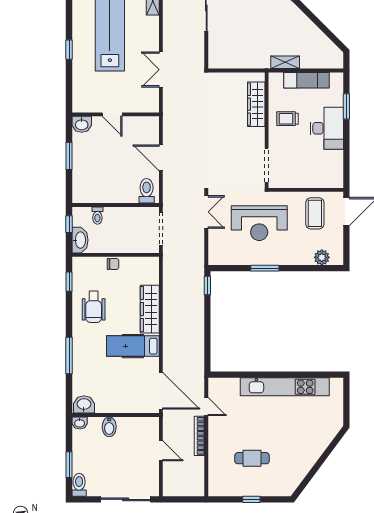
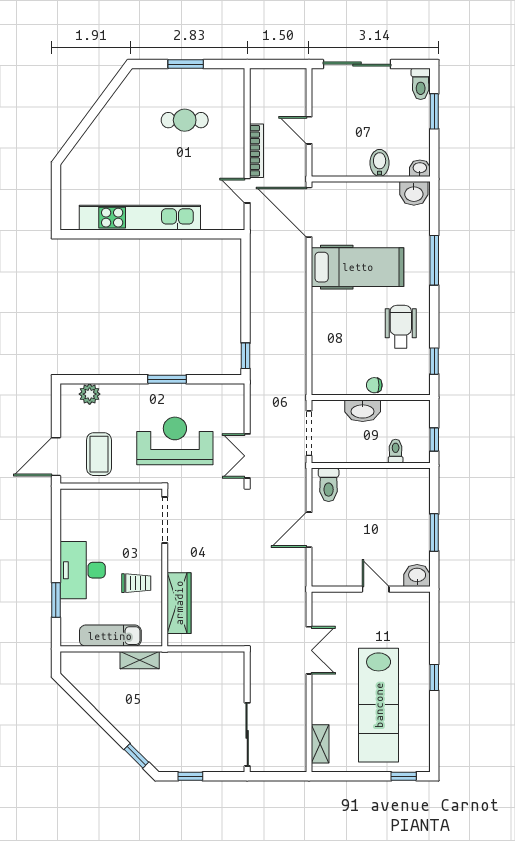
door: (161, 158) -> (309, 530), swing flipped
washbasin: (80, 240) -> (363, 411), moved, turned -90
wardrobe: (150, 309) -> (324, 324), removed
hospital bed: (133, 346) -> (358, 267), width x1.37, depth x1.29
window: (251, 499) -> (186, 64), width x1.50

